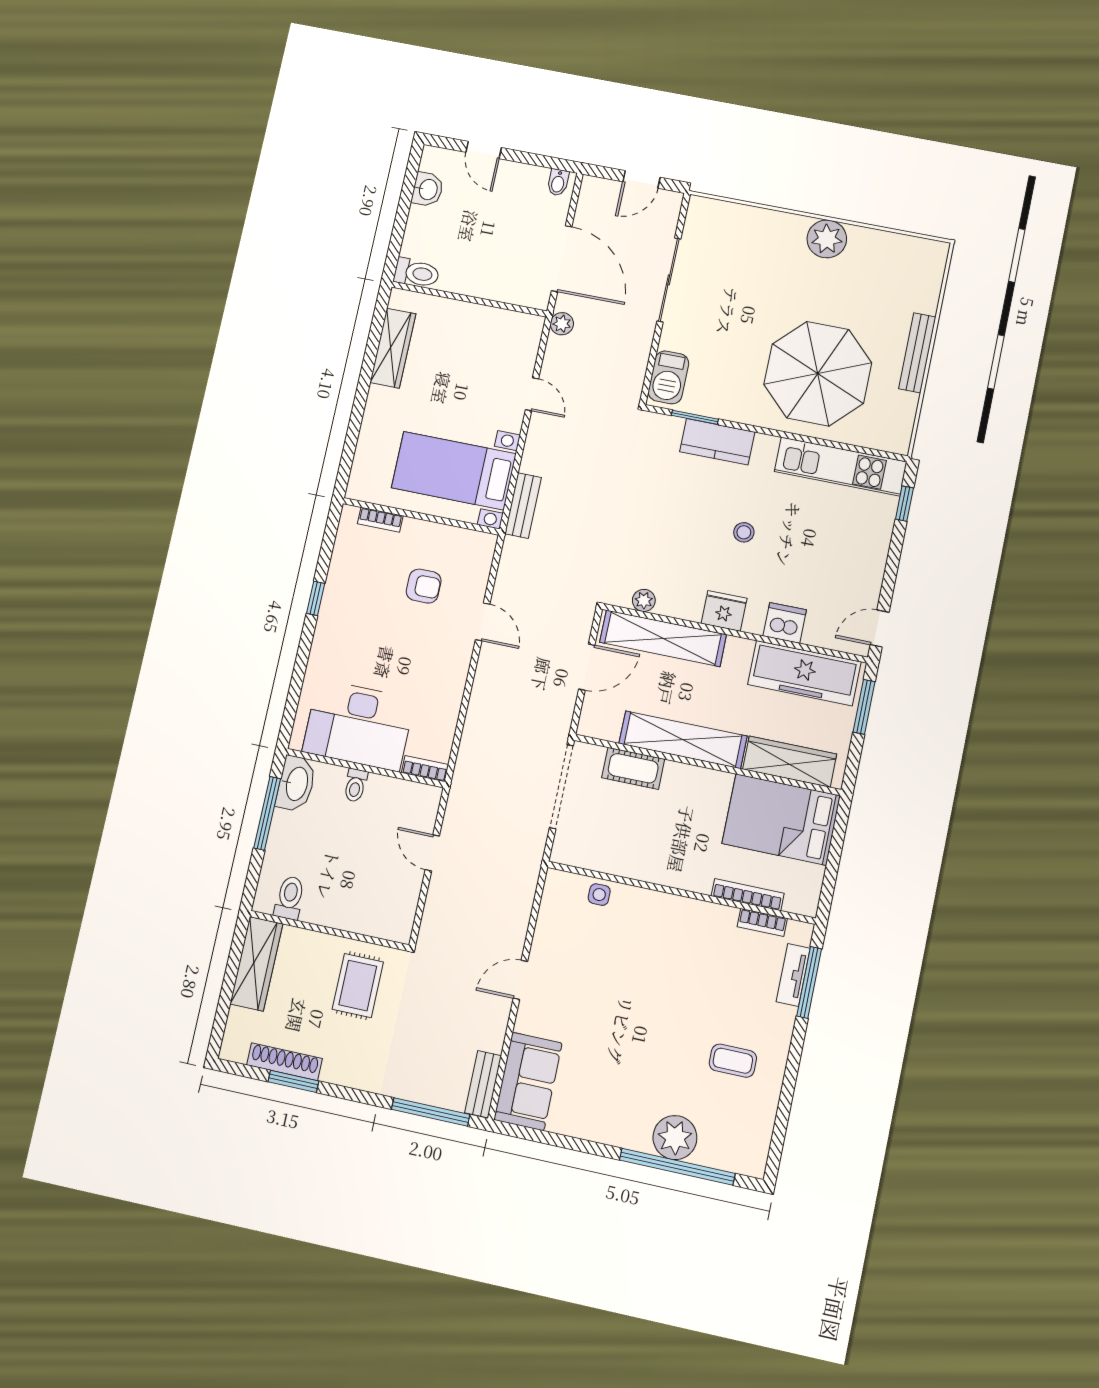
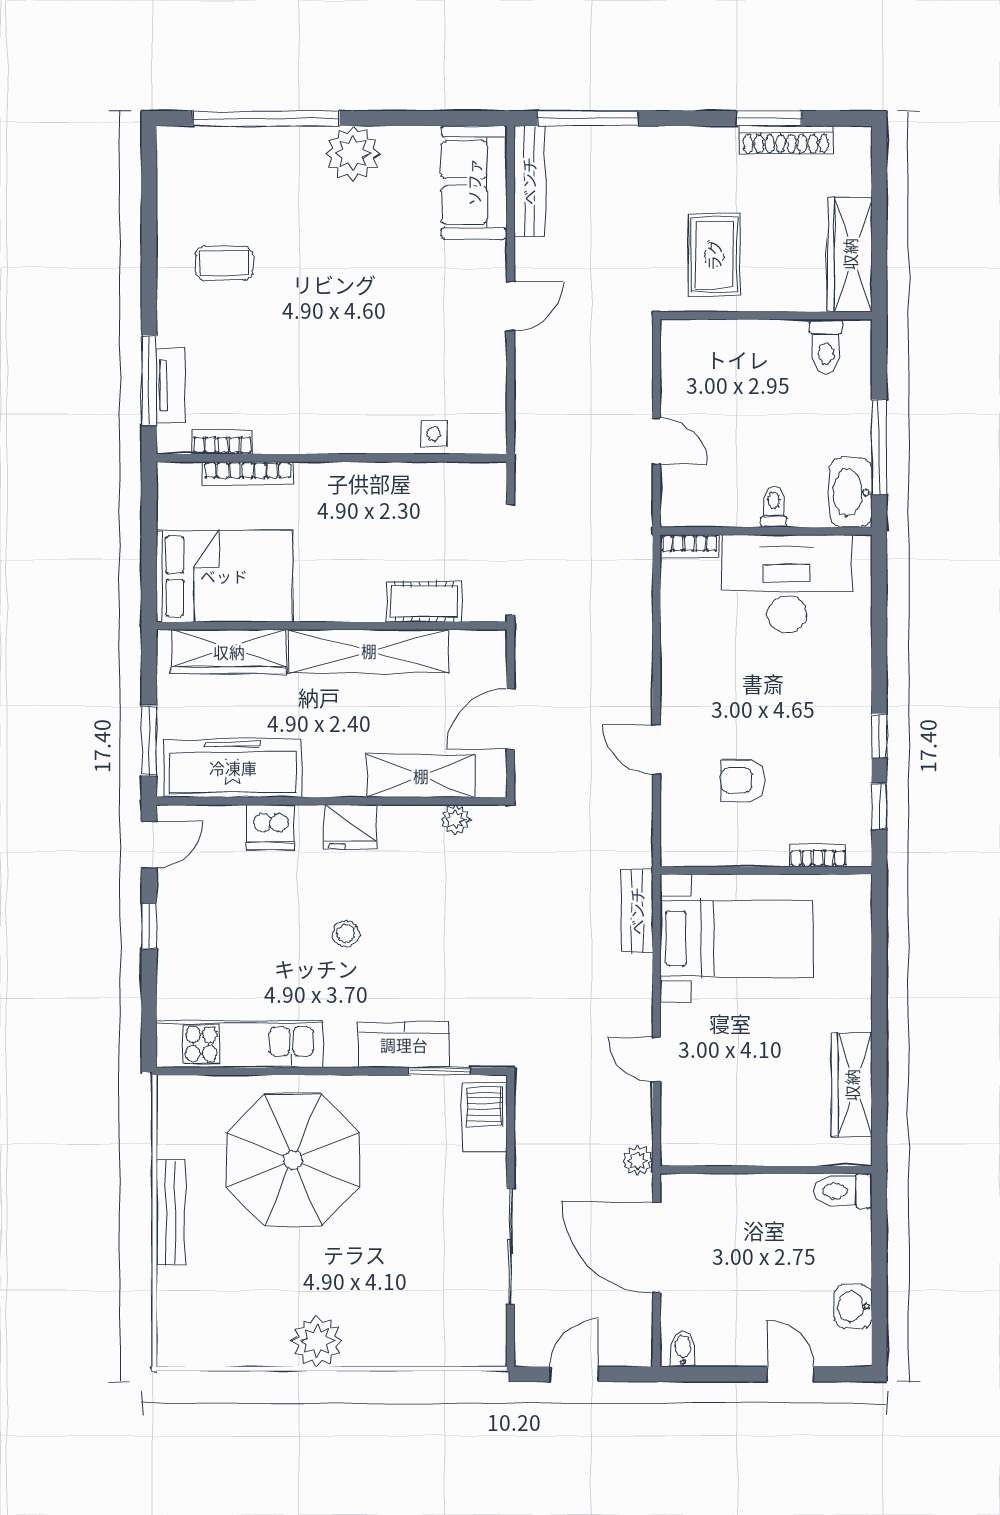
window: (904, 504) -> (149, 926), moved
window: (327, 547) -> (879, 806), added
shelving: (663, 638) -> (421, 776), width x0.68
bench: (483, 1084) -> (529, 181), width x1.36
plant: (675, 1138) -> (353, 153), moved

